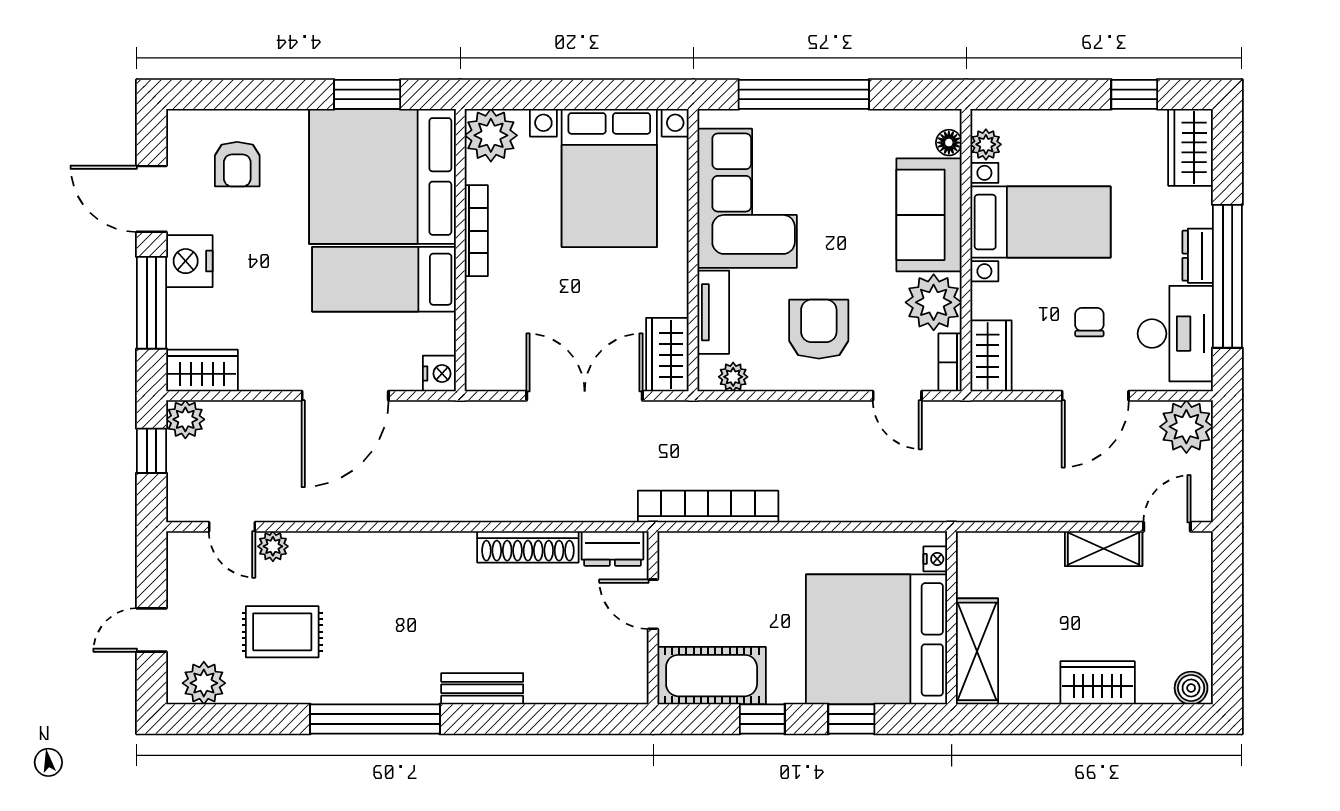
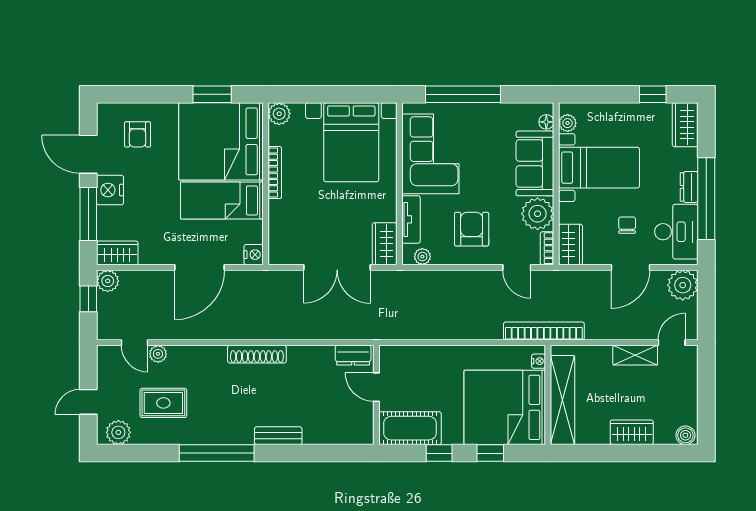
plant: (491, 135) -> (279, 114), width x0.73, depth x0.73
double door: (585, 396) -> (337, 267), swing flipped
bookcase: (708, 506) -> (544, 331), moved
shoe rack: (528, 547) -> (257, 354), moved
shelving: (977, 651) -> (563, 400), width x1.47

